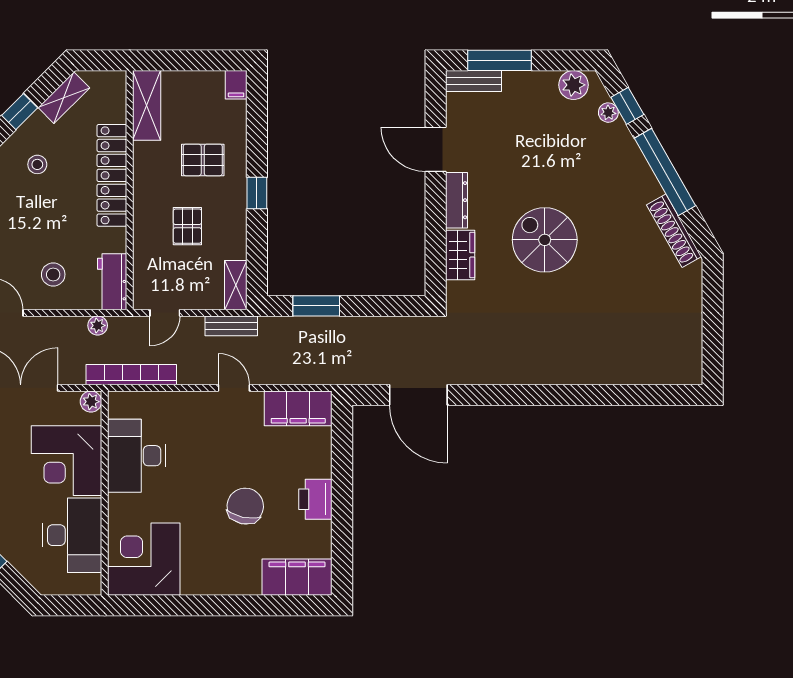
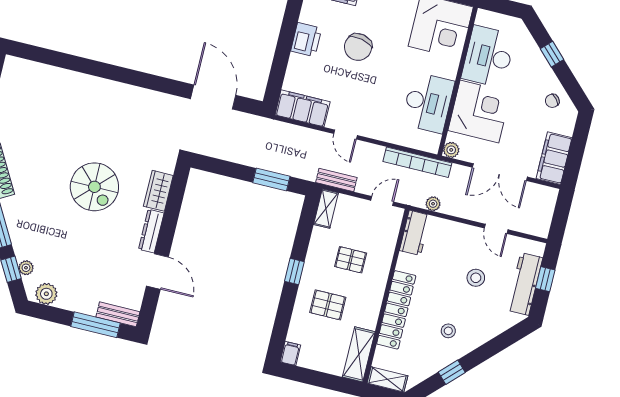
shelving: (64, 98) -> (387, 379), moved, turned 45
pallet: (187, 226) -> (351, 260), turned 90
stool: (53, 274) -> (476, 278), moved

